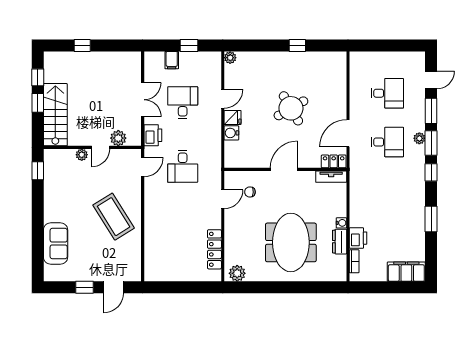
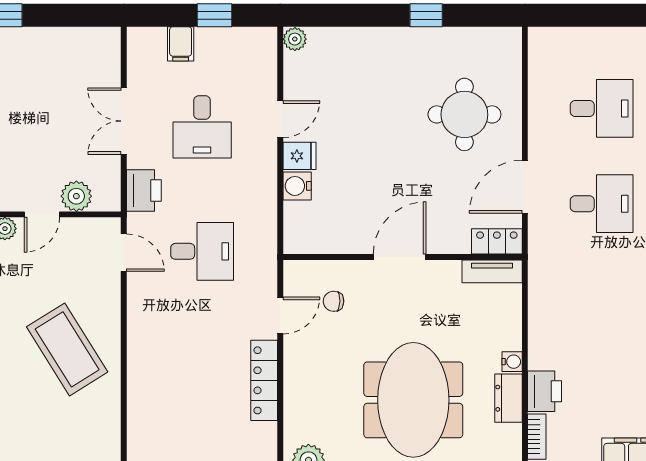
double door: (143, 100) -> (124, 121), swing flipped
desk: (183, 103) -> (202, 127), turned 180
round table: (291, 108) -> (464, 114), moved, turned 30
desk: (183, 166) -> (202, 251), turned -90
door: (143, 167) -> (124, 253), hinge flipped
locker: (214, 249) -> (264, 380), moved

